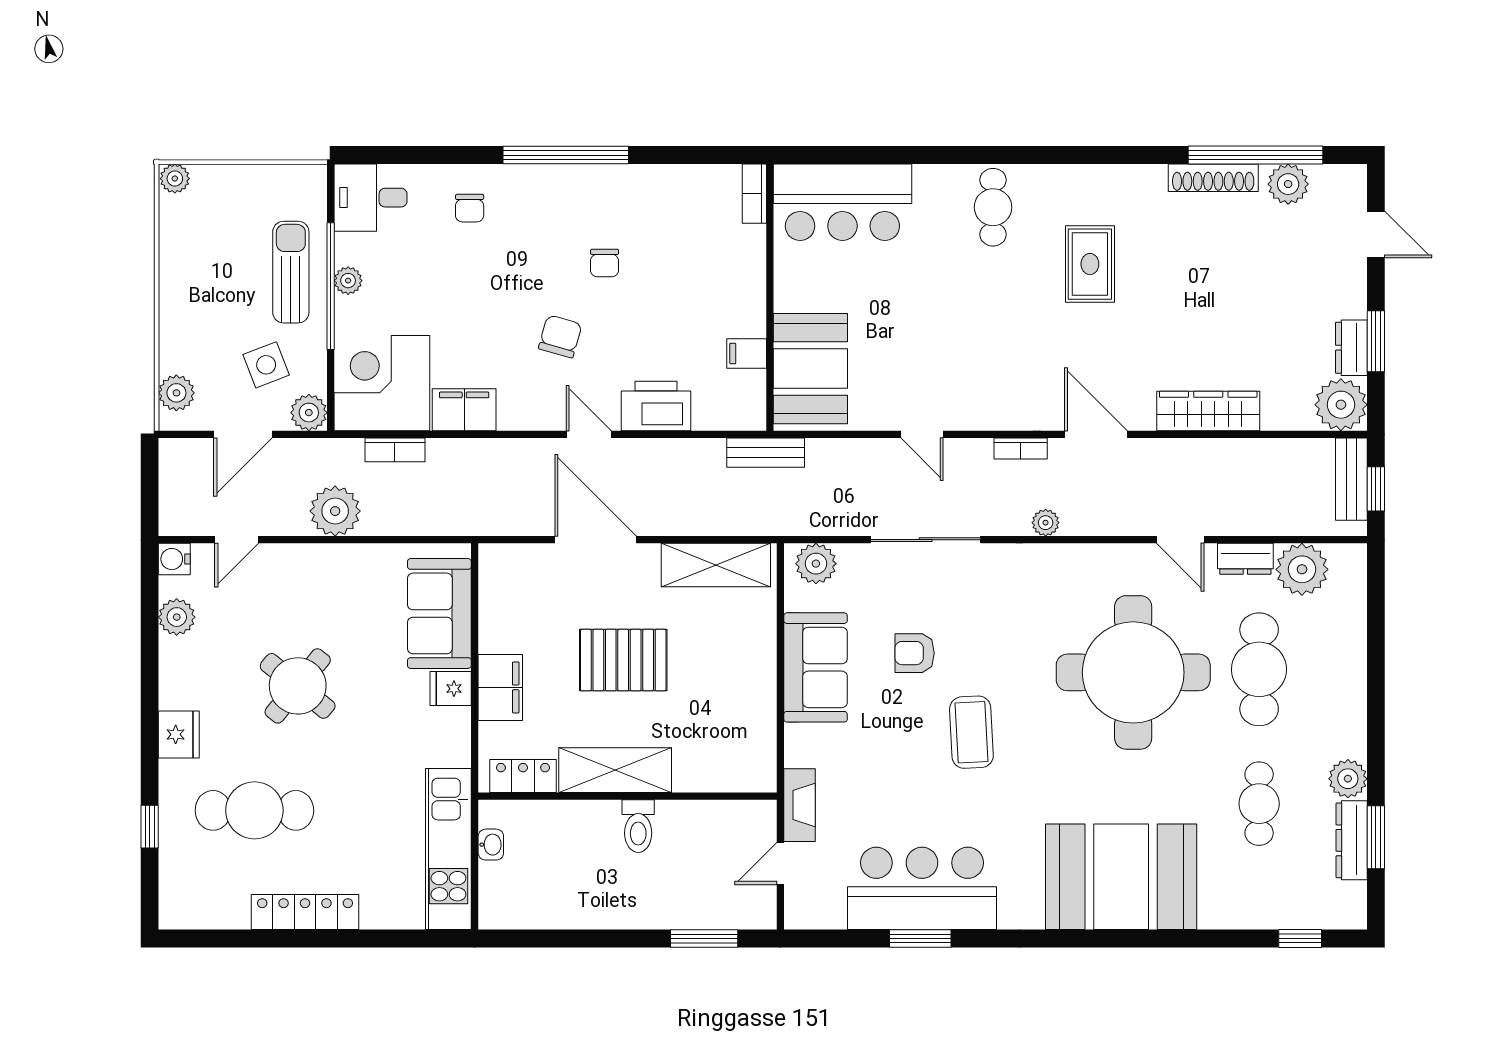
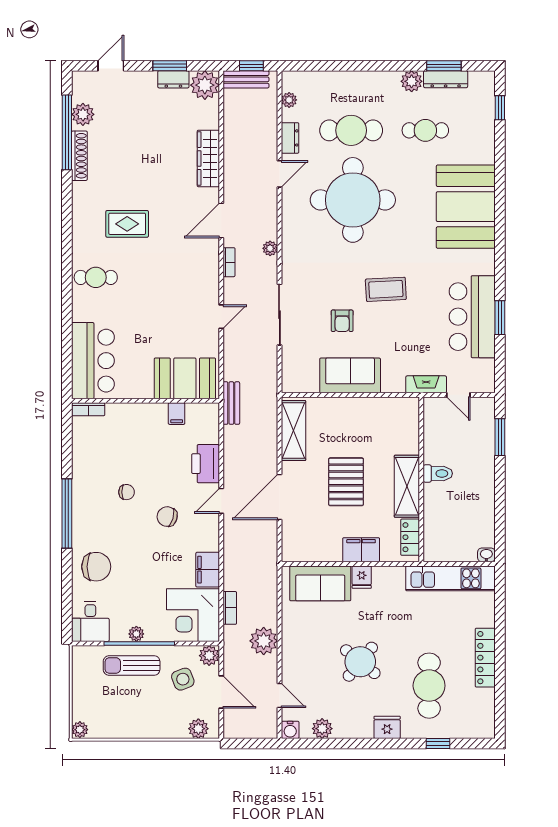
chair: (470, 208) -> (96, 567), width x1.87, depth x1.87
plant: (816, 564) -> (293, 375), removed
plant: (1302, 569) -> (289, 100), width x0.53, depth x0.53
washbasin: (491, 845) -> (486, 555), moved

